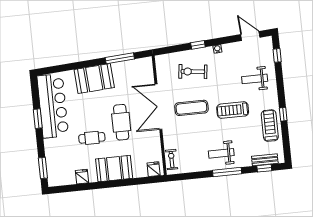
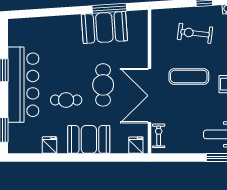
booth: (94, 79) -> (104, 28), moved
bar counter: (53, 106) -> (23, 85), moved
double door: (158, 107) -> (149, 96), moved

